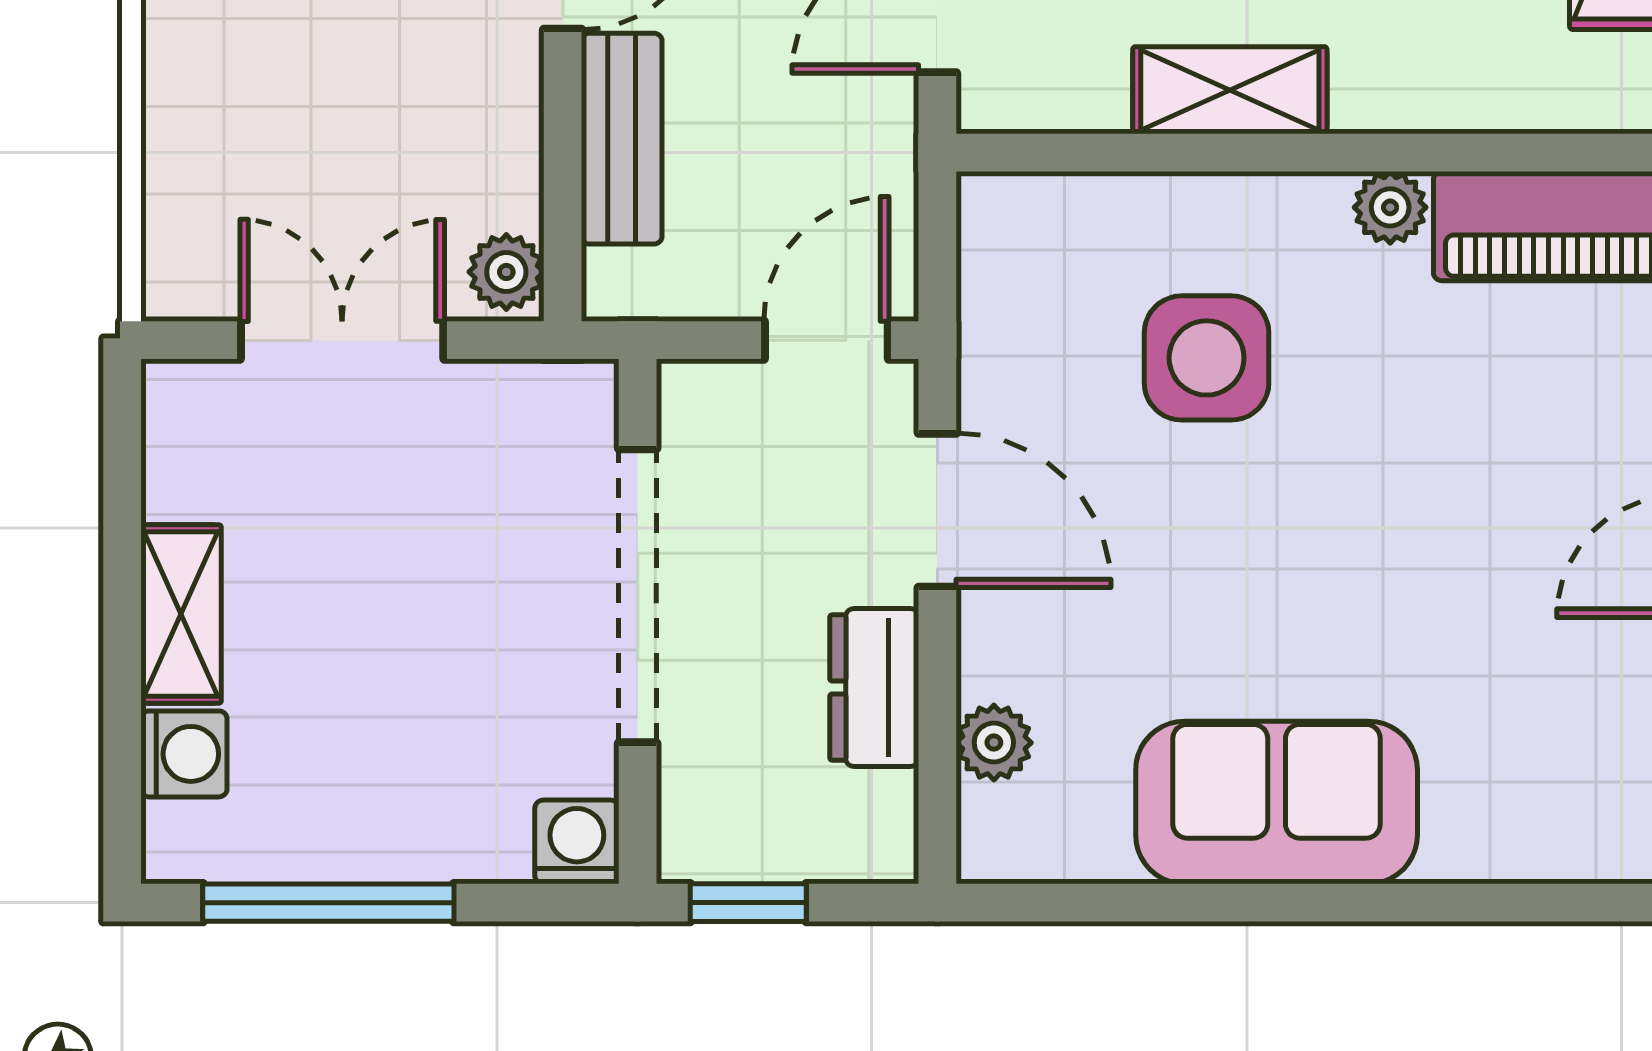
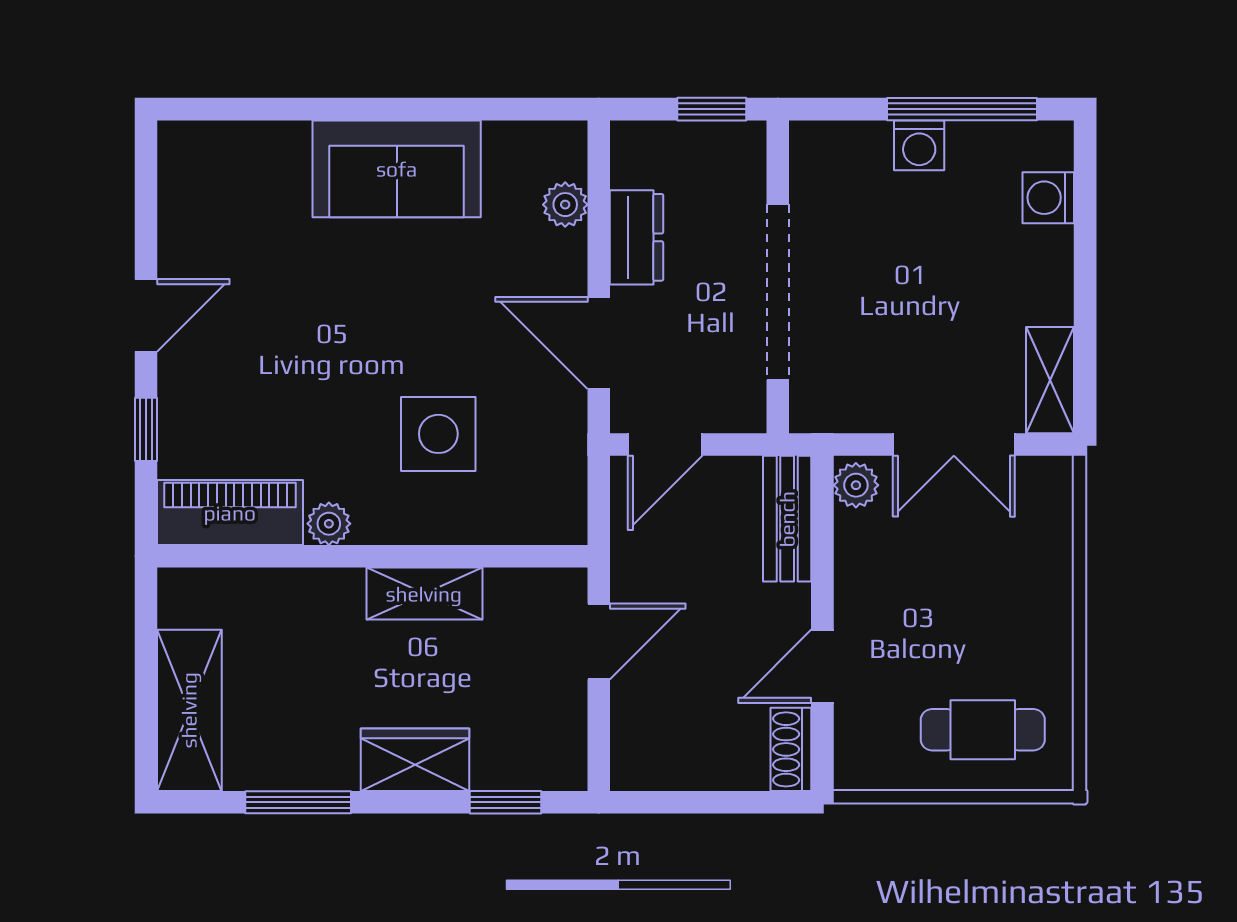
bench: (622, 139) -> (787, 519), moved
shelving: (181, 614) -> (1050, 380), moved
washing machine: (577, 842) -> (919, 145), moved

